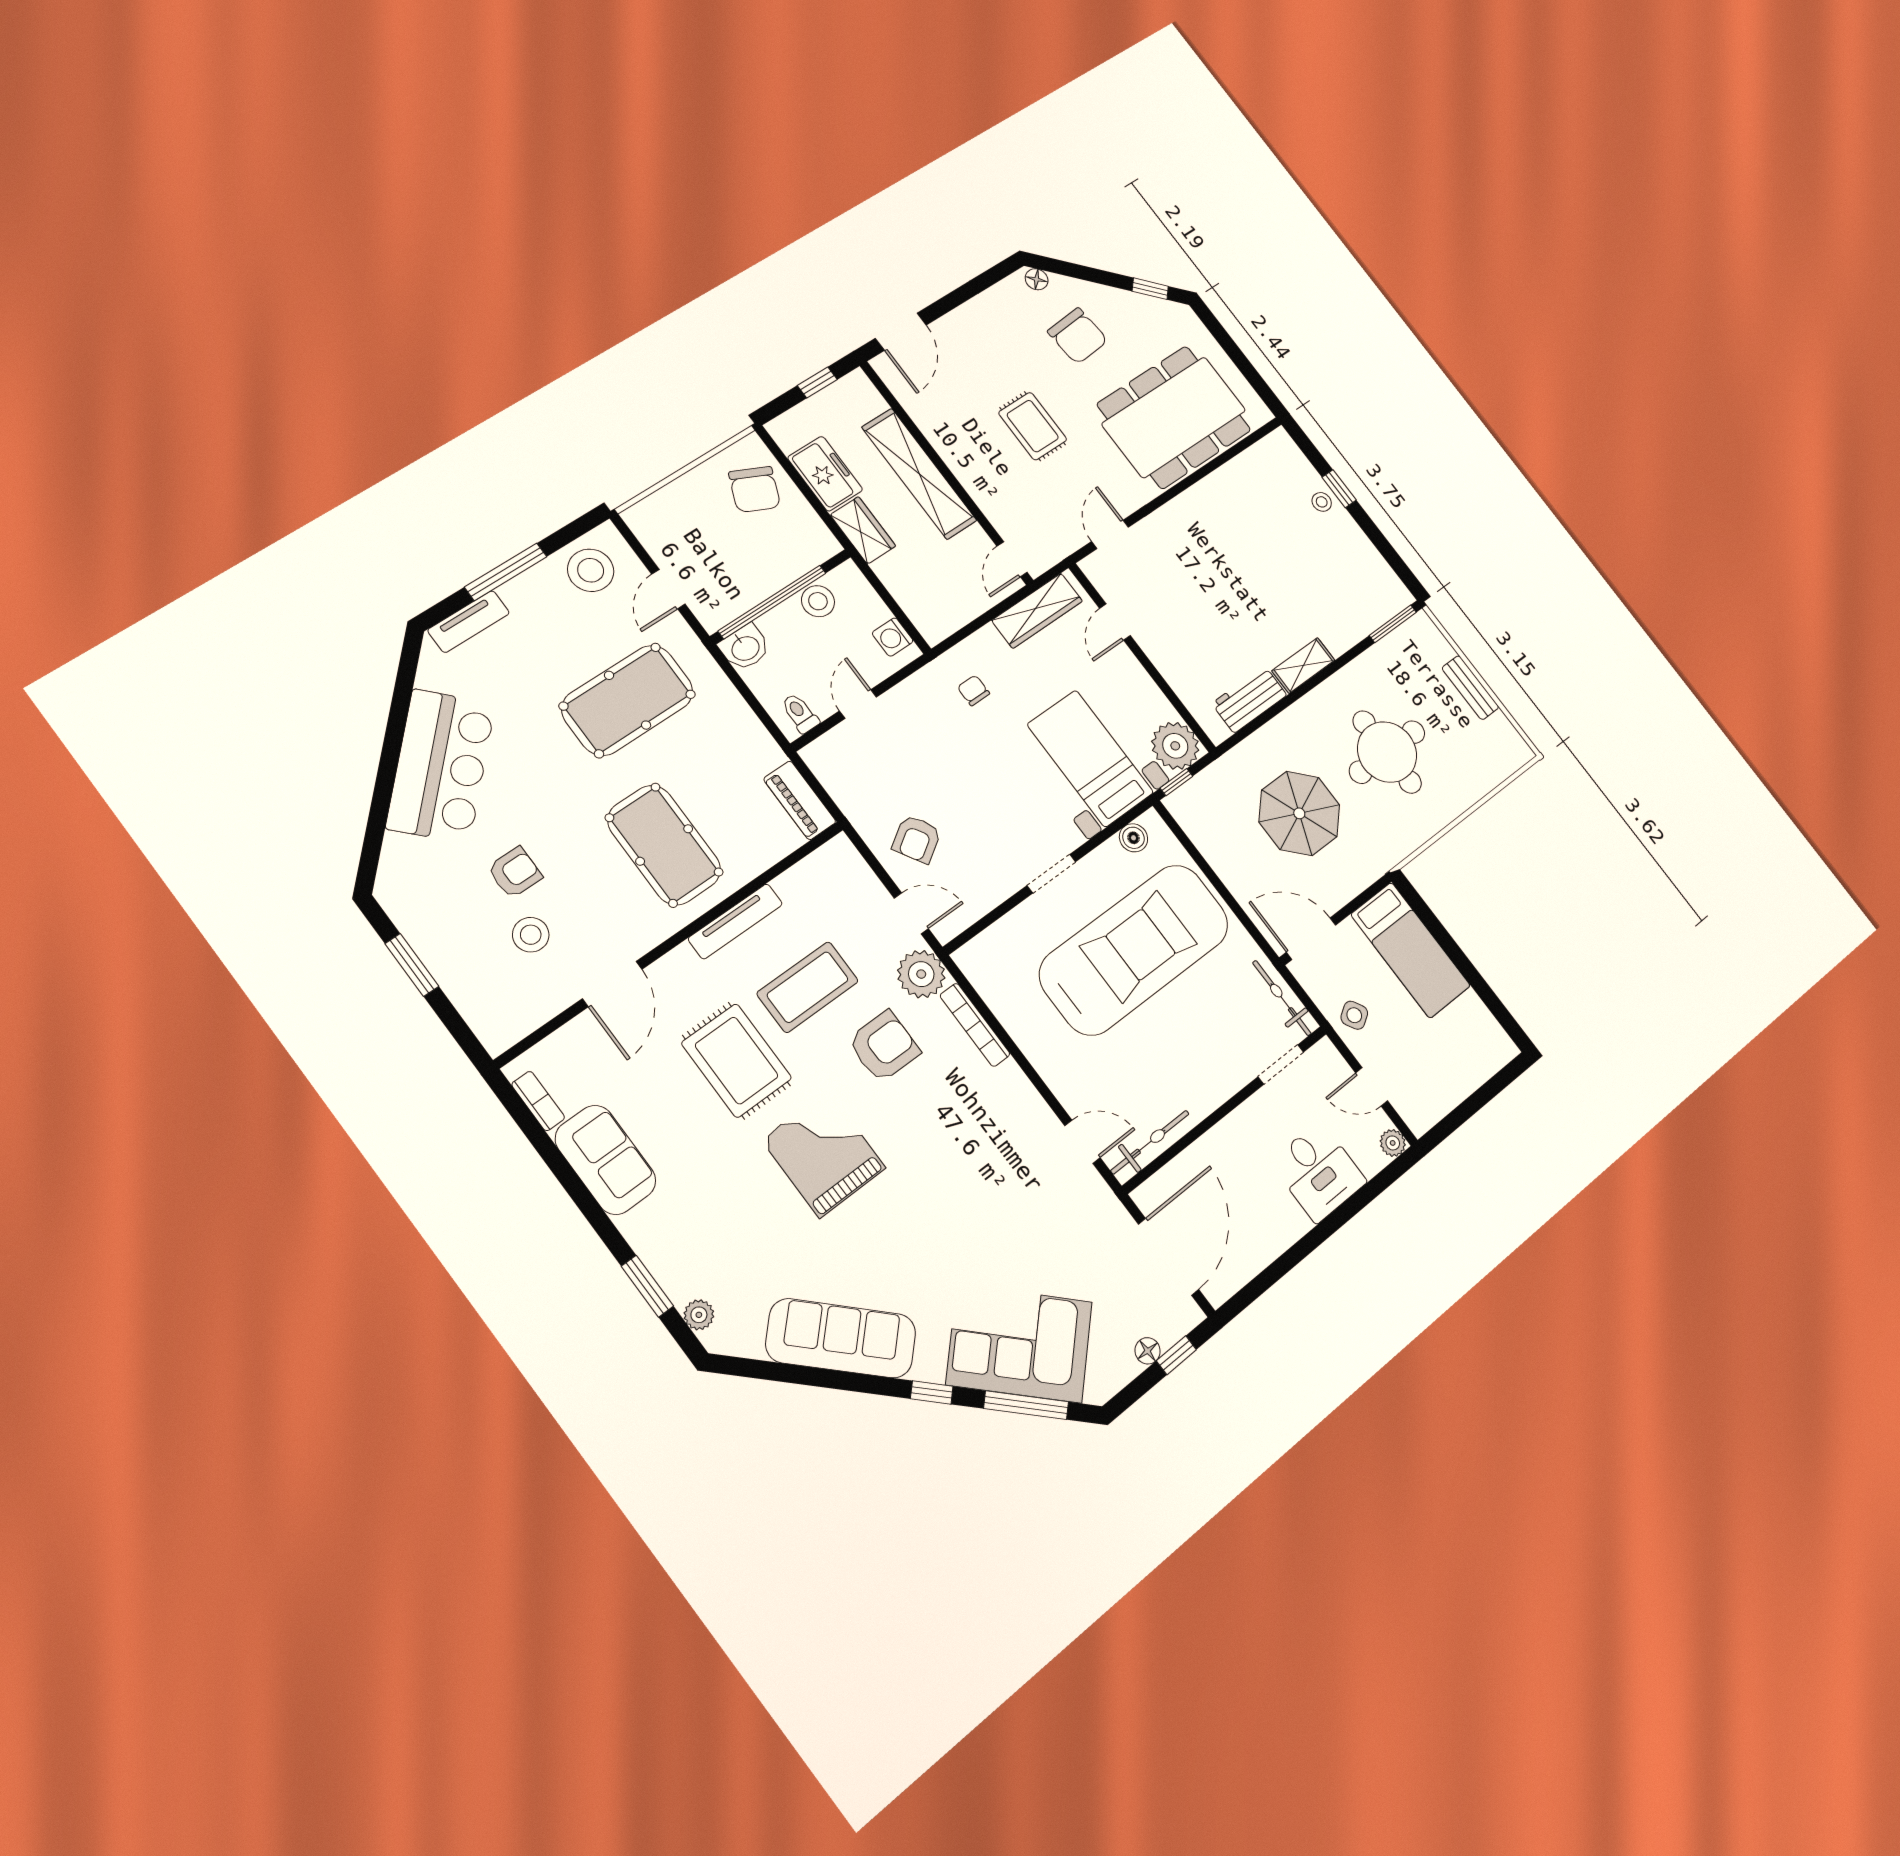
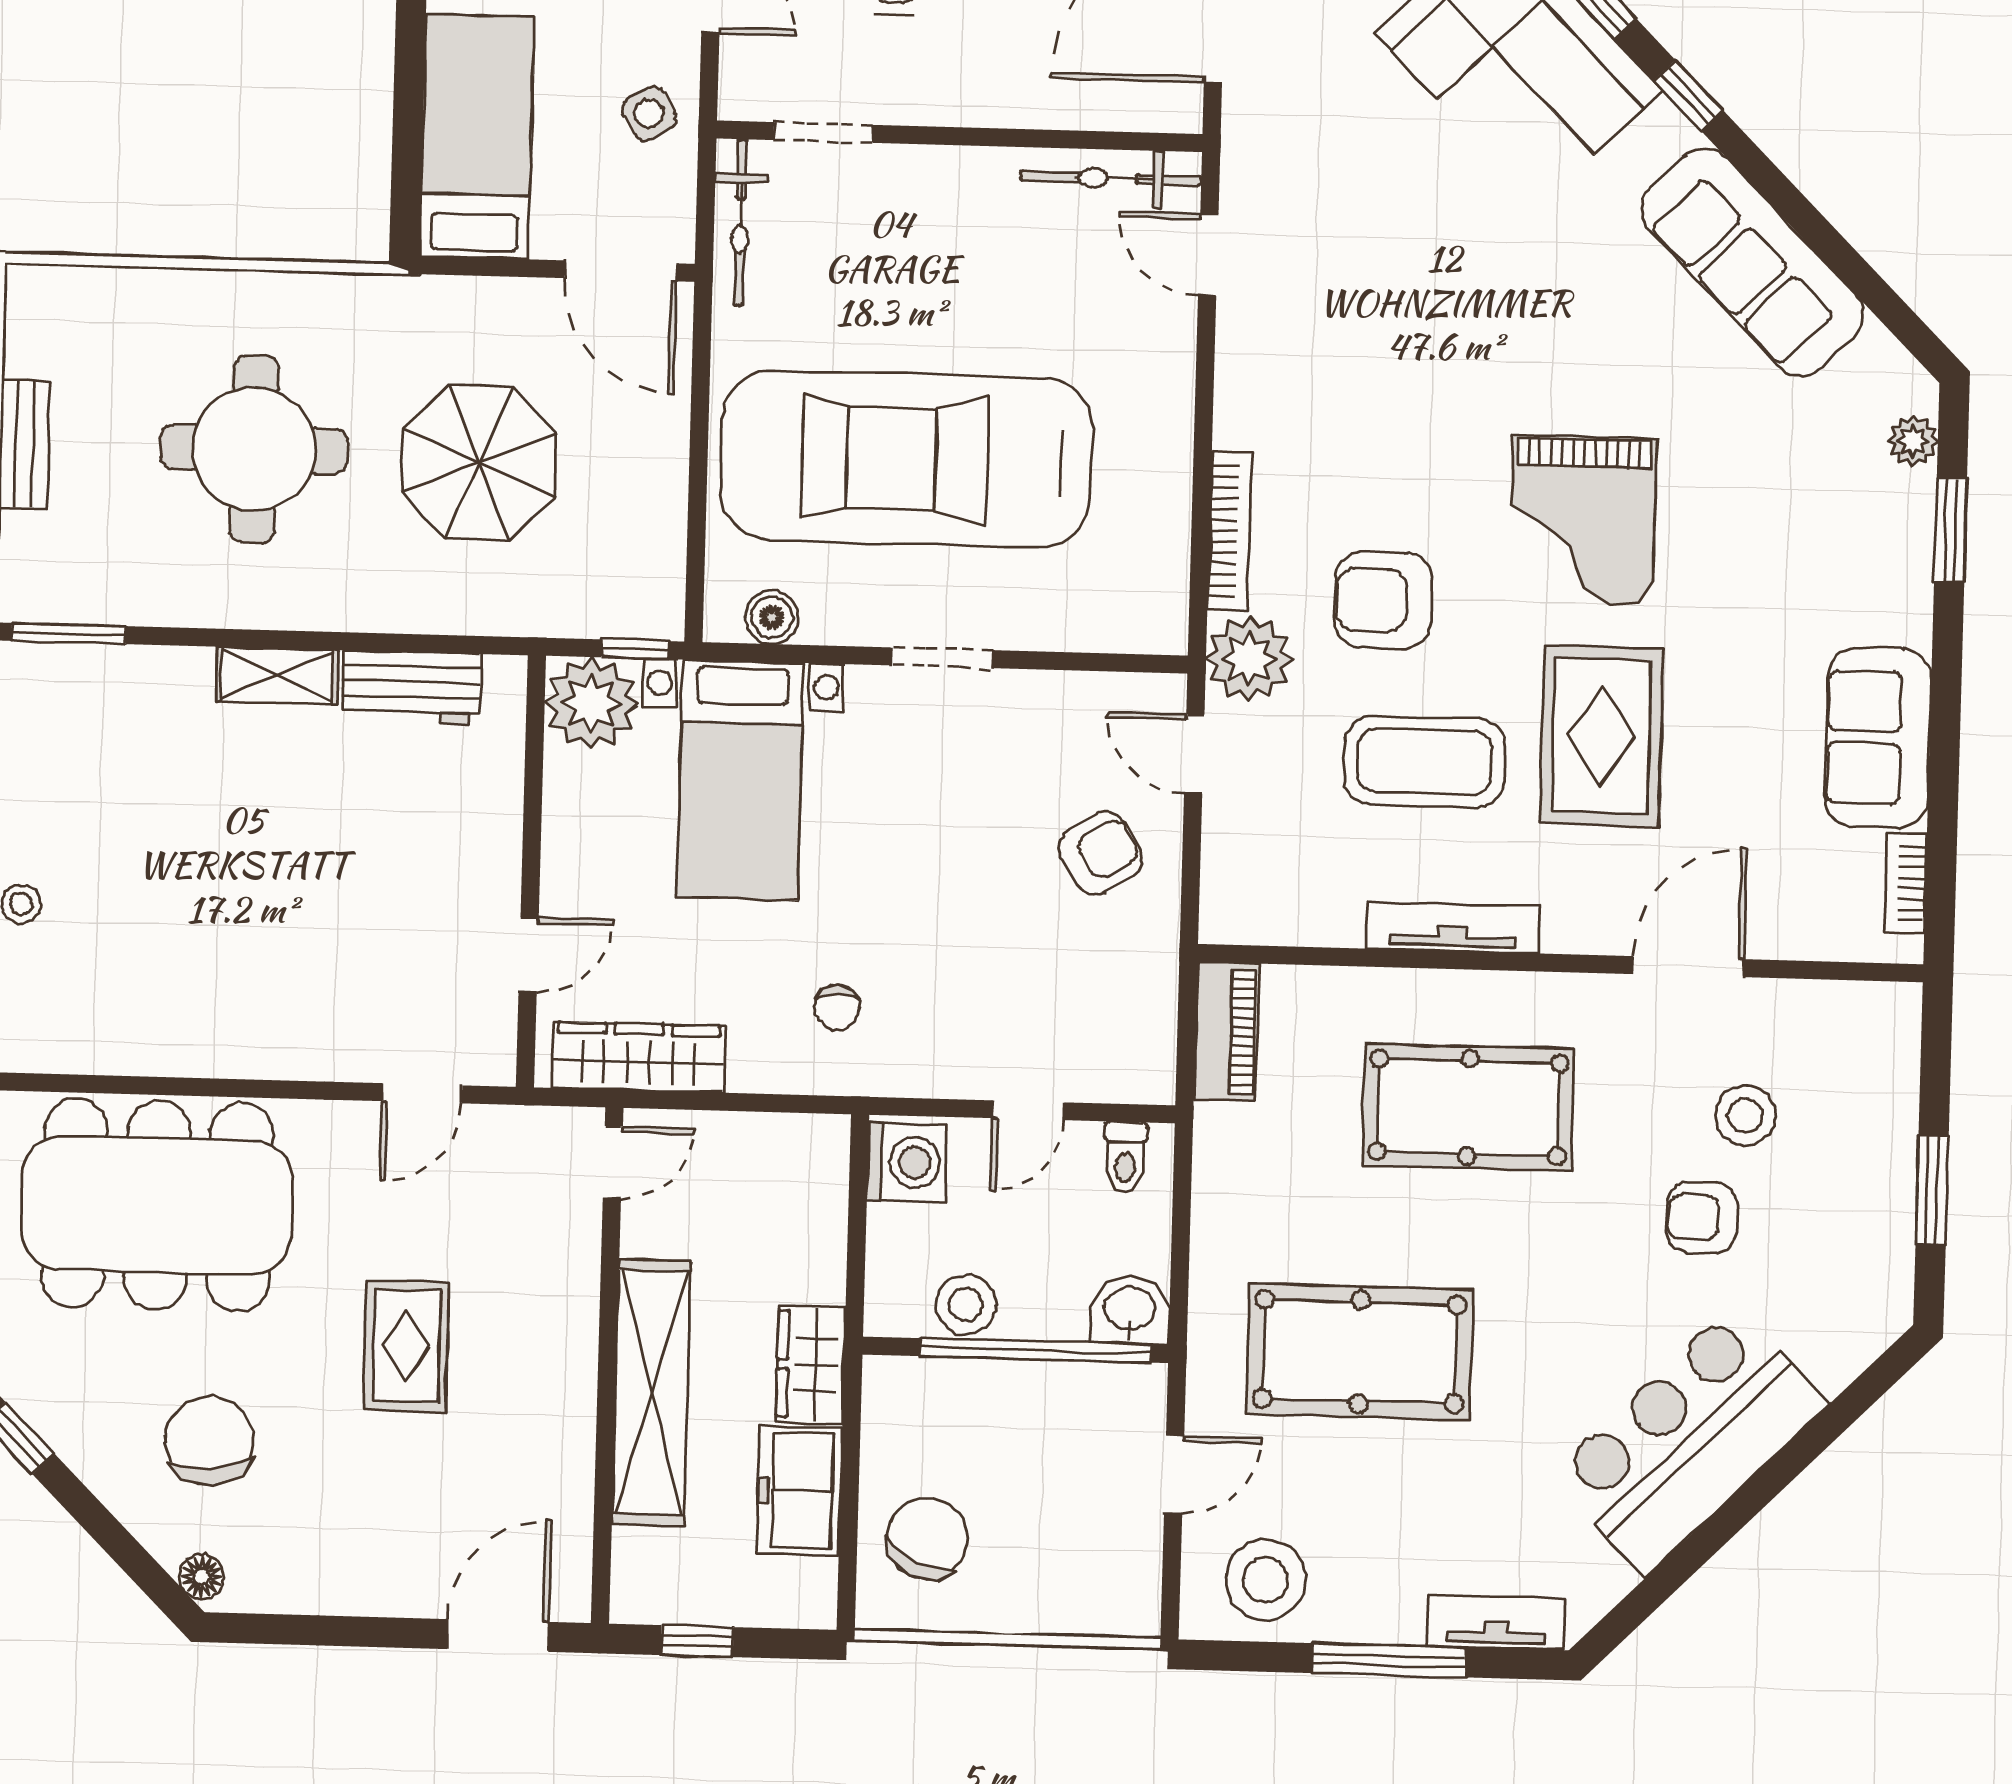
washing machine: (893, 637) -> (907, 1162), width x1.38, depth x1.38
pool table: (664, 845) -> (1468, 1107), turned 90

